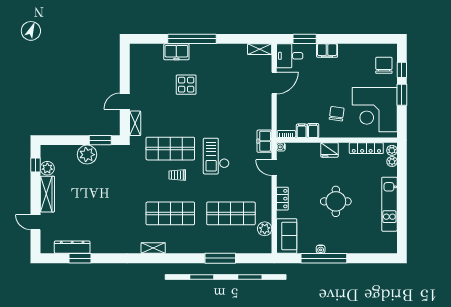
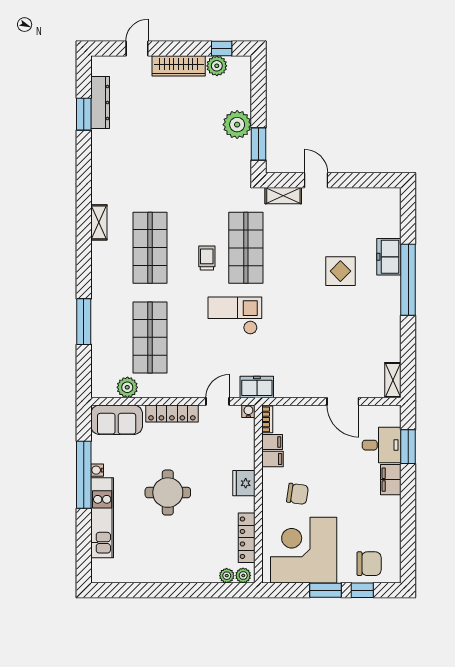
desk: (290, 56) -> (382, 445), moved, turned 90
locker: (282, 199) -> (172, 414), width x1.53
kitchen unit: (389, 204) -> (102, 518), moved, turned 90

